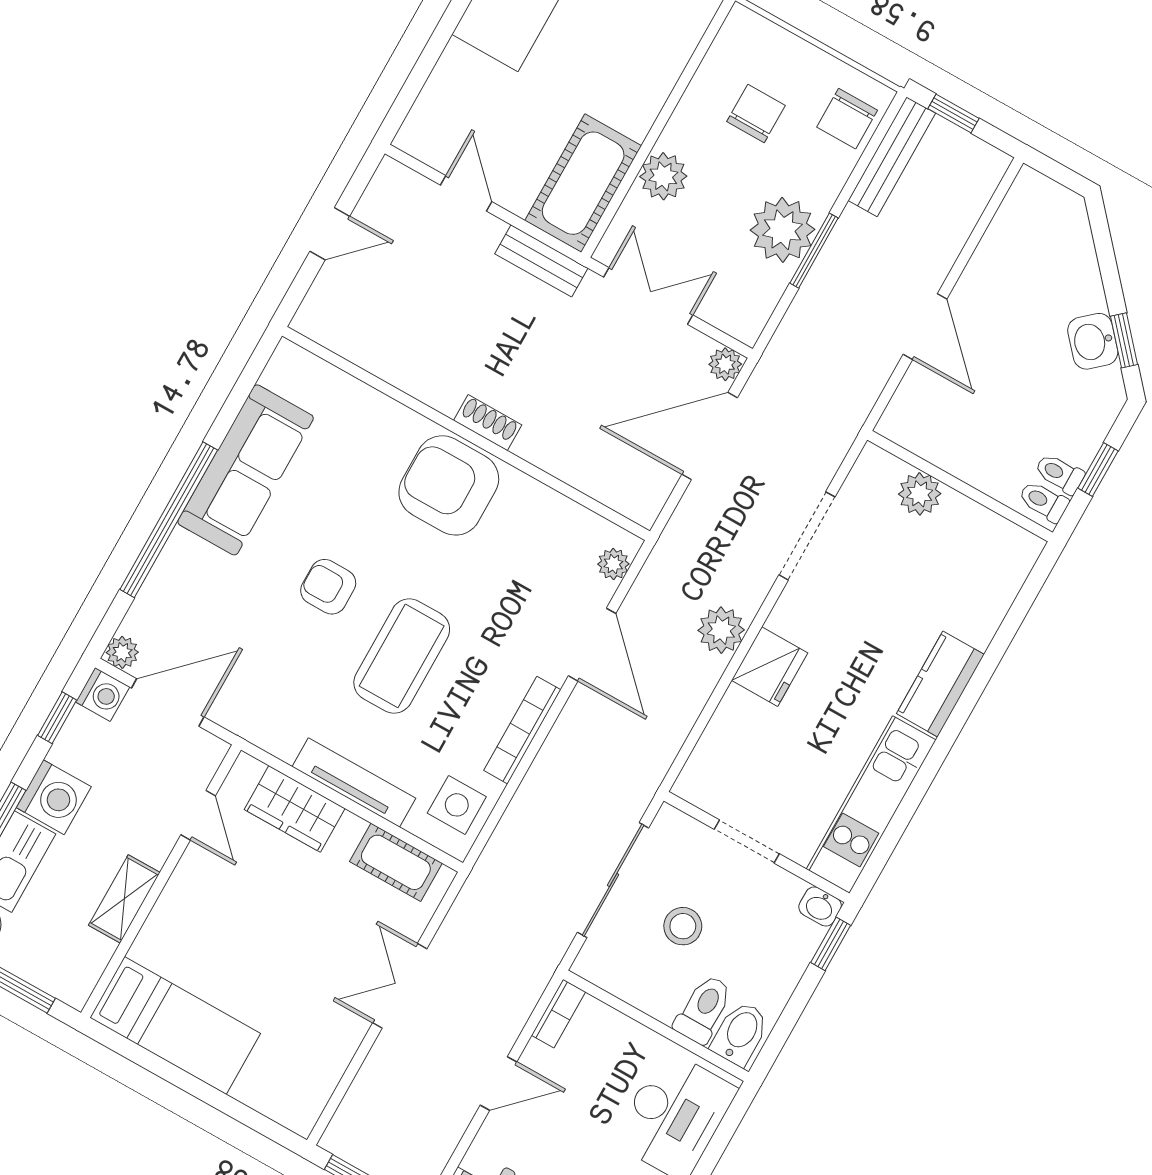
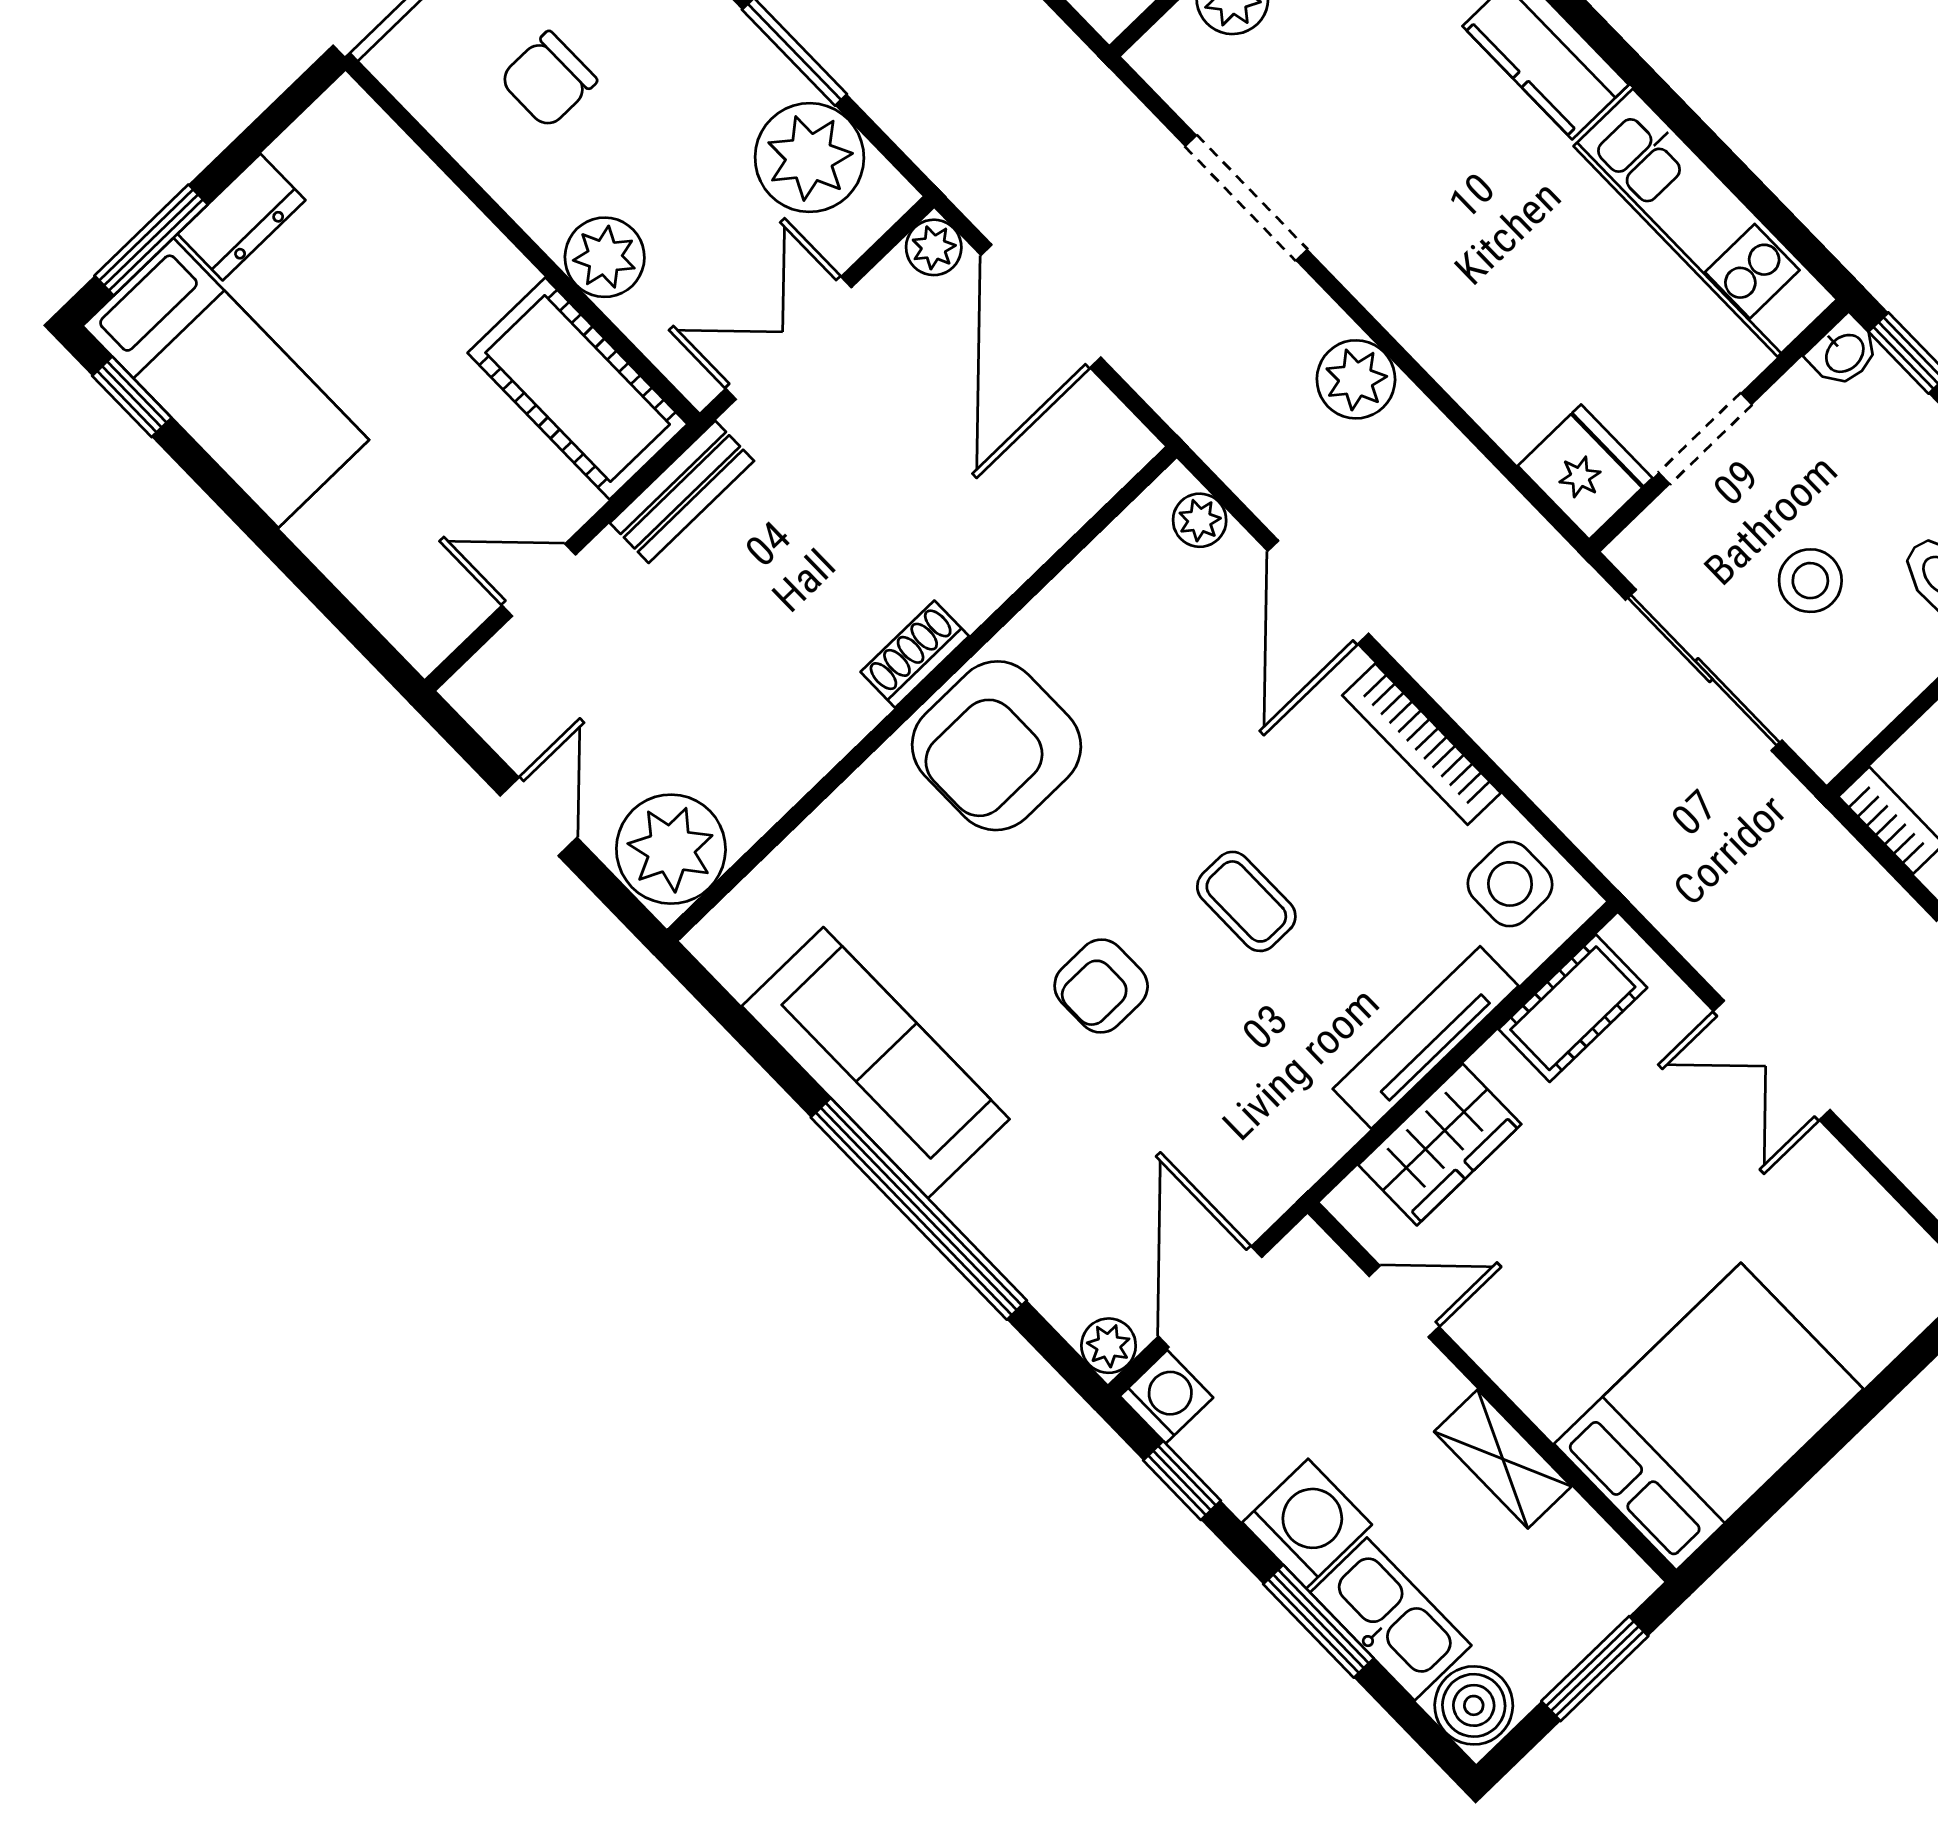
chair: (756, 113) -> (548, 80), turned -90
plant: (782, 230) -> (809, 158), moved
plant: (334, 316) -> (671, 849), added
door: (592, 645) -> (1318, 592), swing flipped
coffee table: (402, 656) -> (1246, 901), width x0.54, depth x0.58
fridge: (770, 667) -> (1585, 472), moved
bed: (175, 1026) -> (1709, 1416), width x1.50

